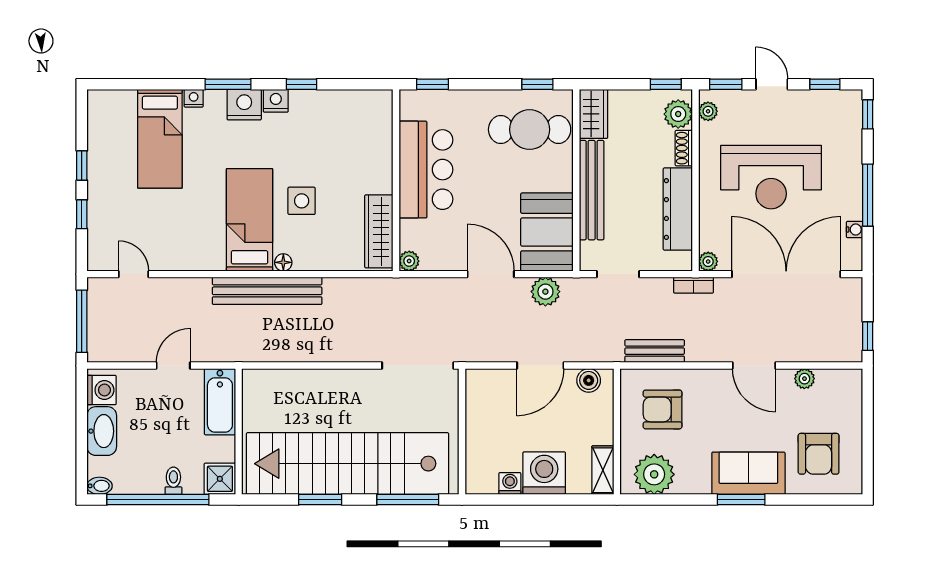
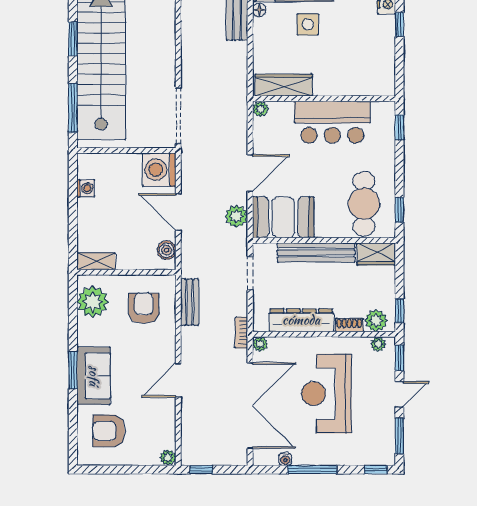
window: (825, 84) -> (399, 436), width x1.50
plant: (804, 379) -> (168, 458), moved
washing machine: (544, 473) -> (159, 170), moved, turned 180

